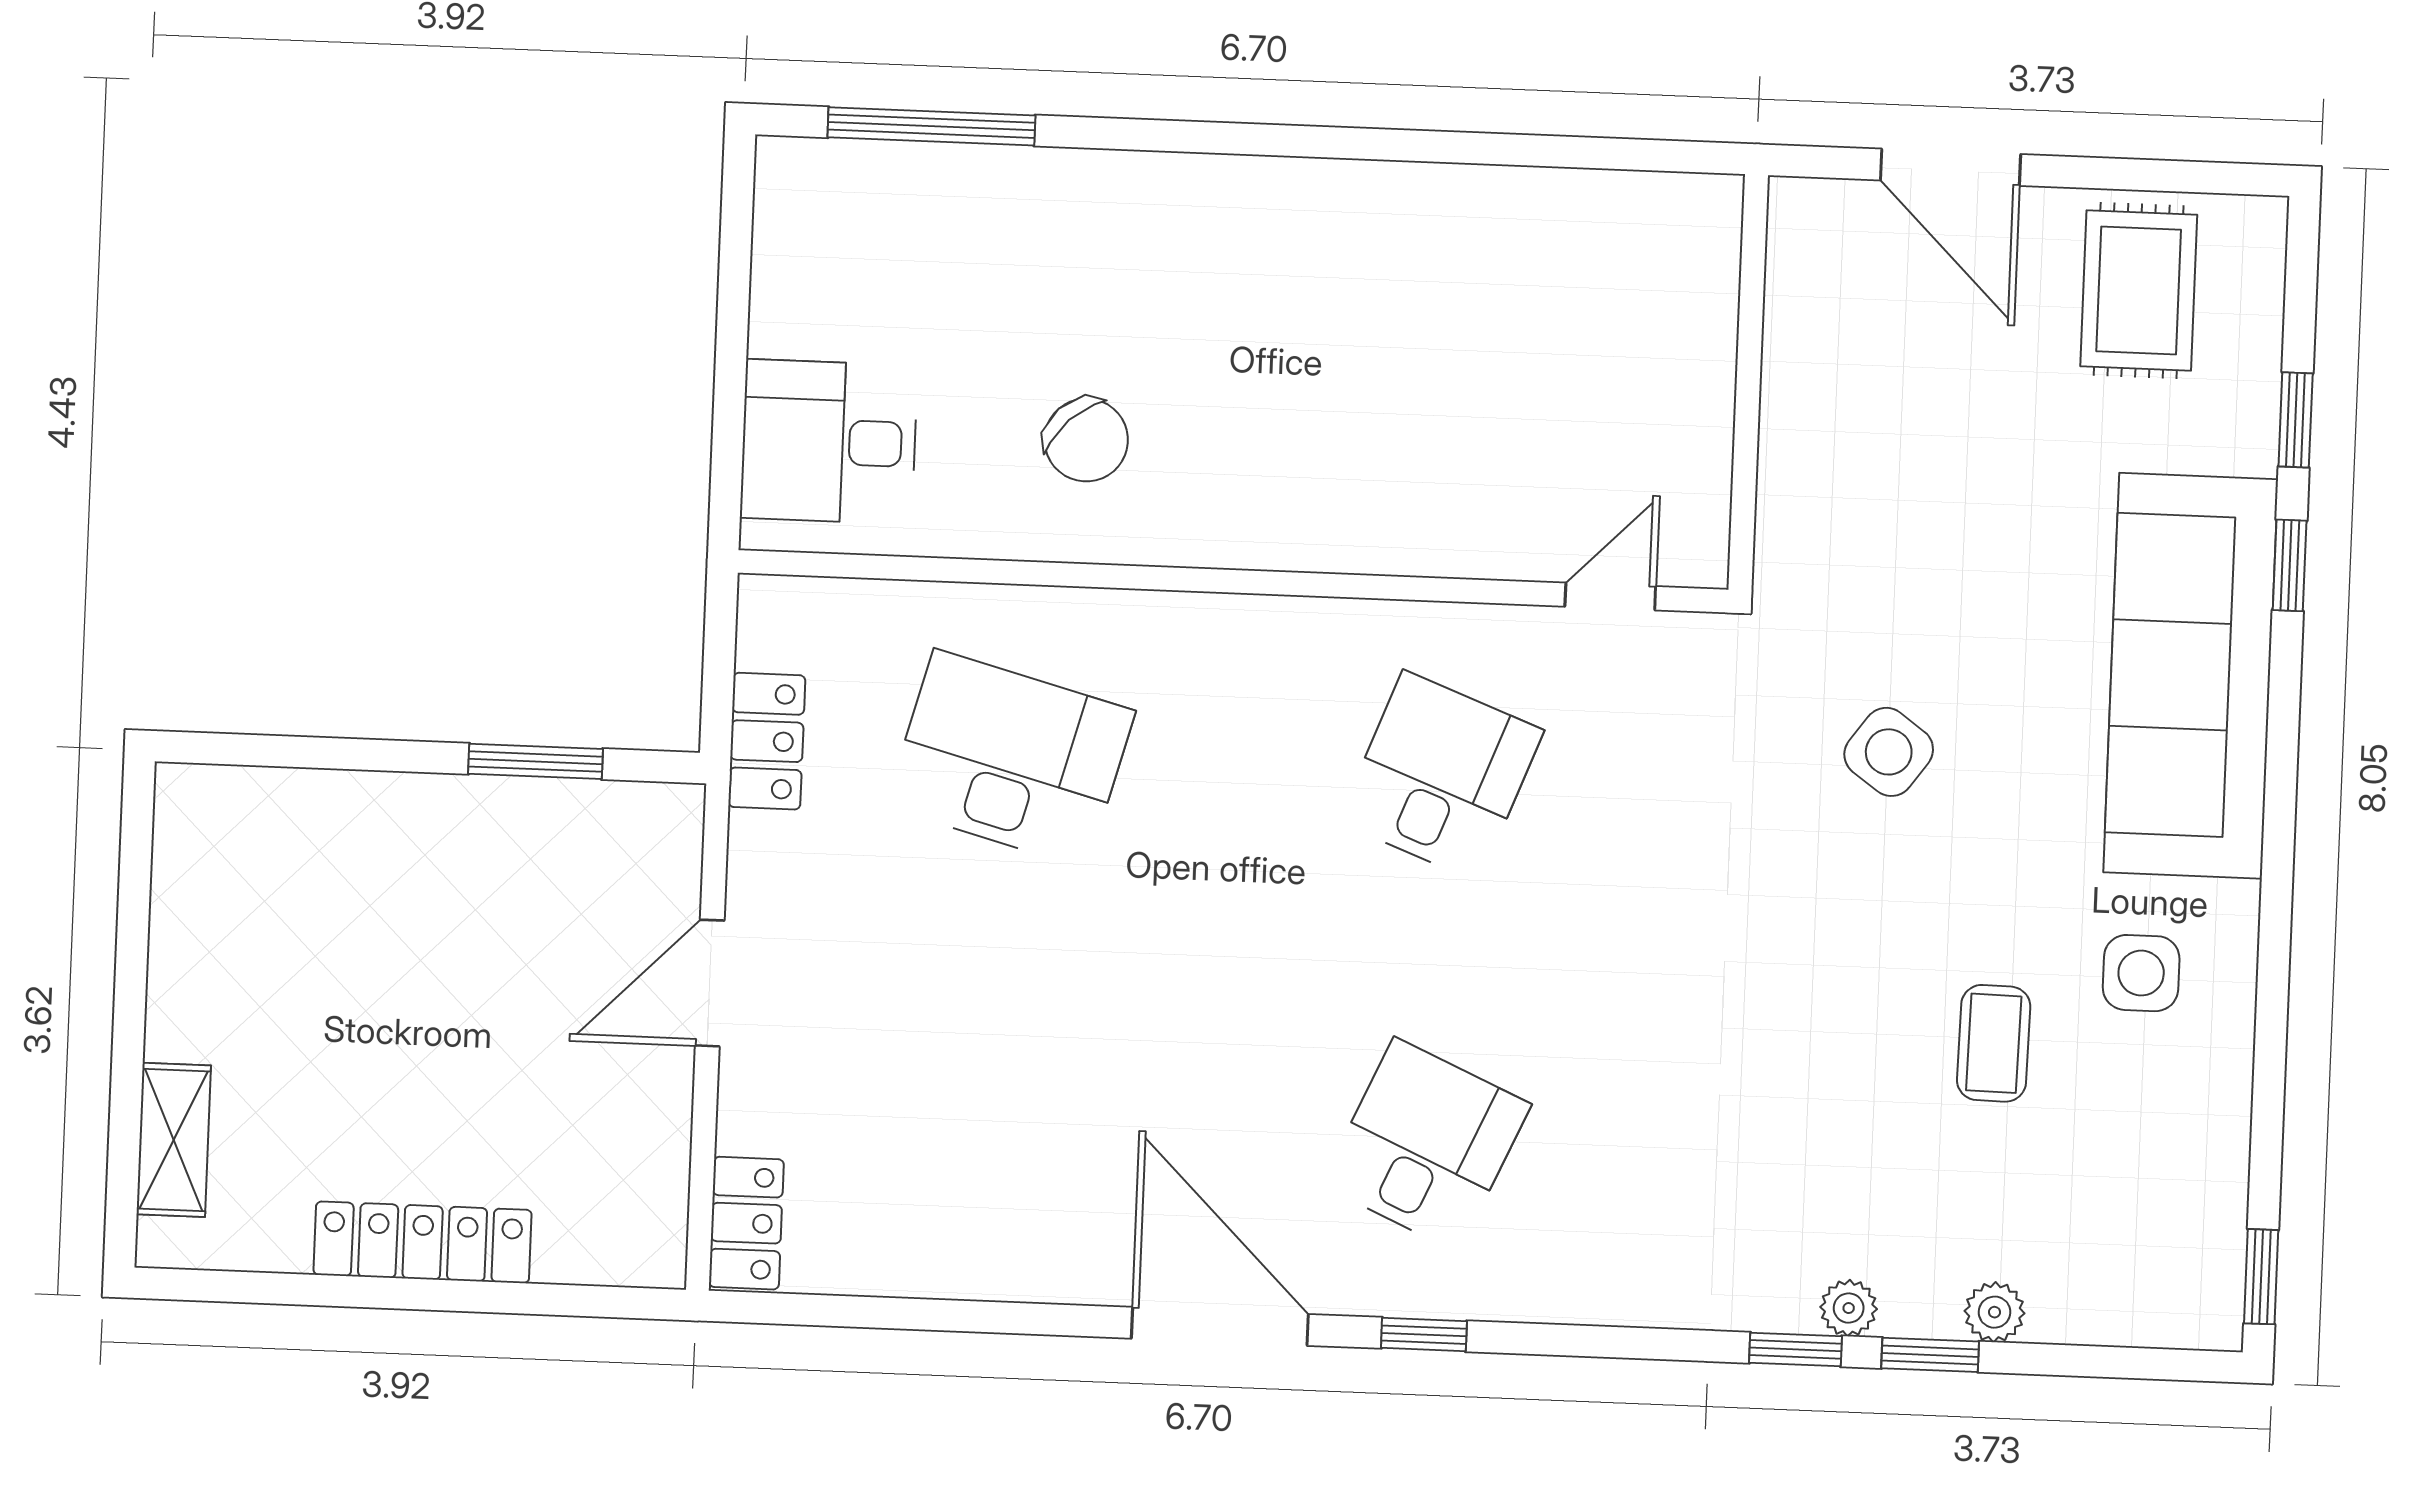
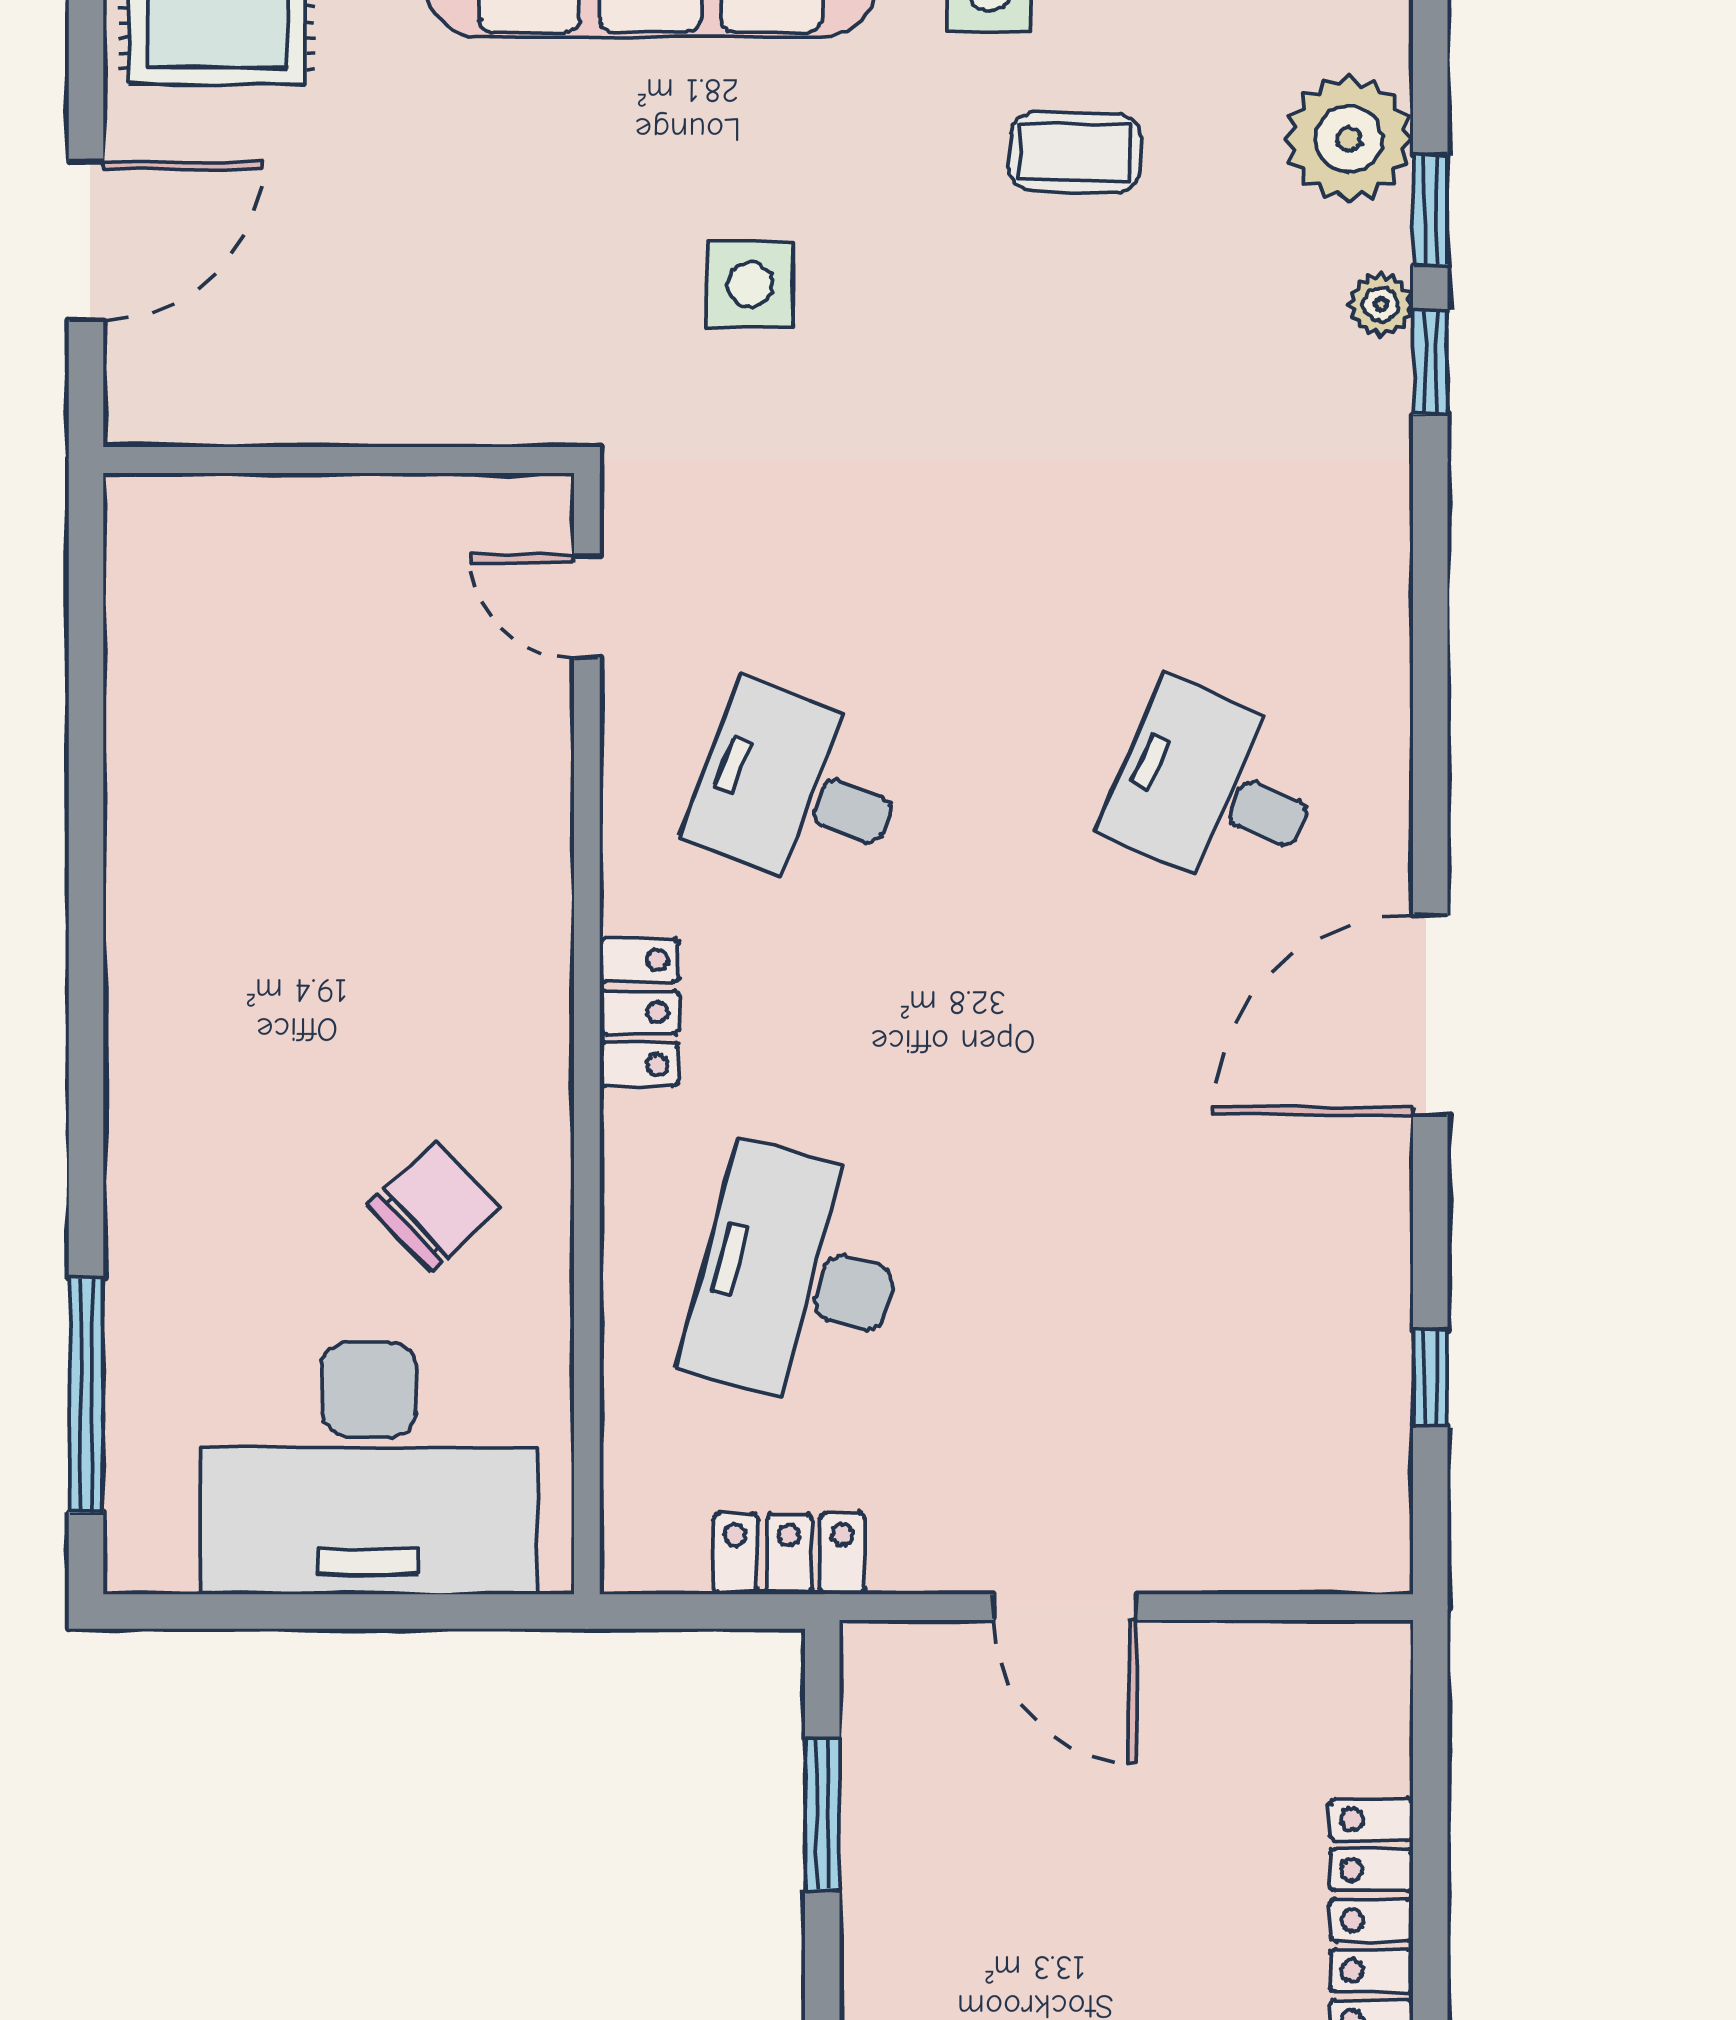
desk: (829, 442) -> (369, 1468), width x1.87, depth x1.30
side table: (1889, 752) -> (750, 284), turned -36
locker: (746, 1223) -> (639, 1012), moved, turned 90
plant: (1995, 1312) -> (1349, 139), width x1.87, depth x1.87
window: (1424, 1335) -> (1430, 1378), moved

